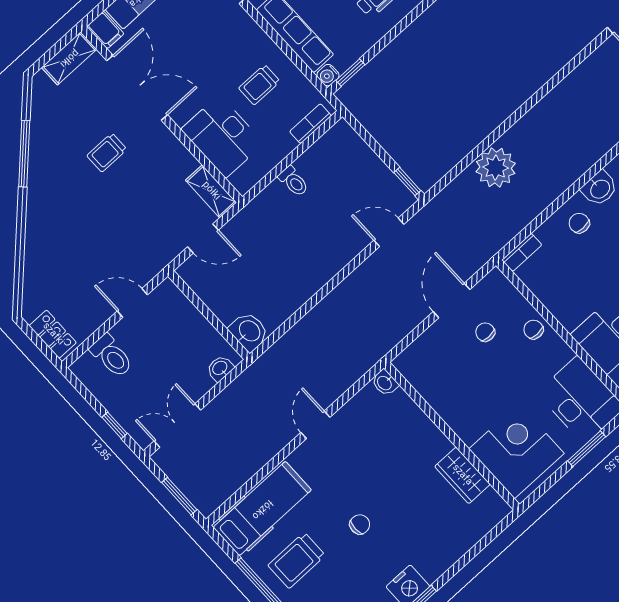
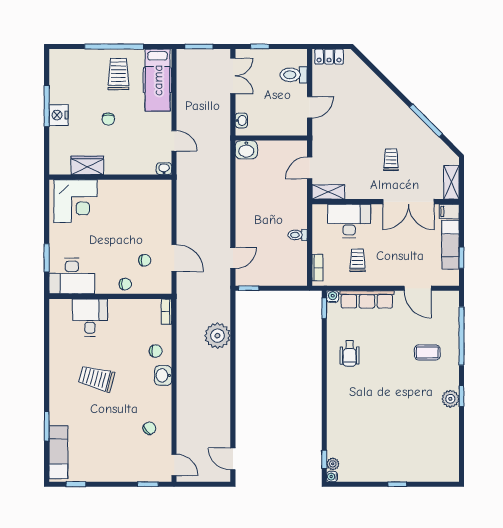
washbasin: (385, 383) -> (164, 169), moved
wall: (452, 436) -> (110, 177), moved
corner desk: (517, 451) -> (76, 201), moved
wardrobe: (462, 475) -> (87, 165), moved

